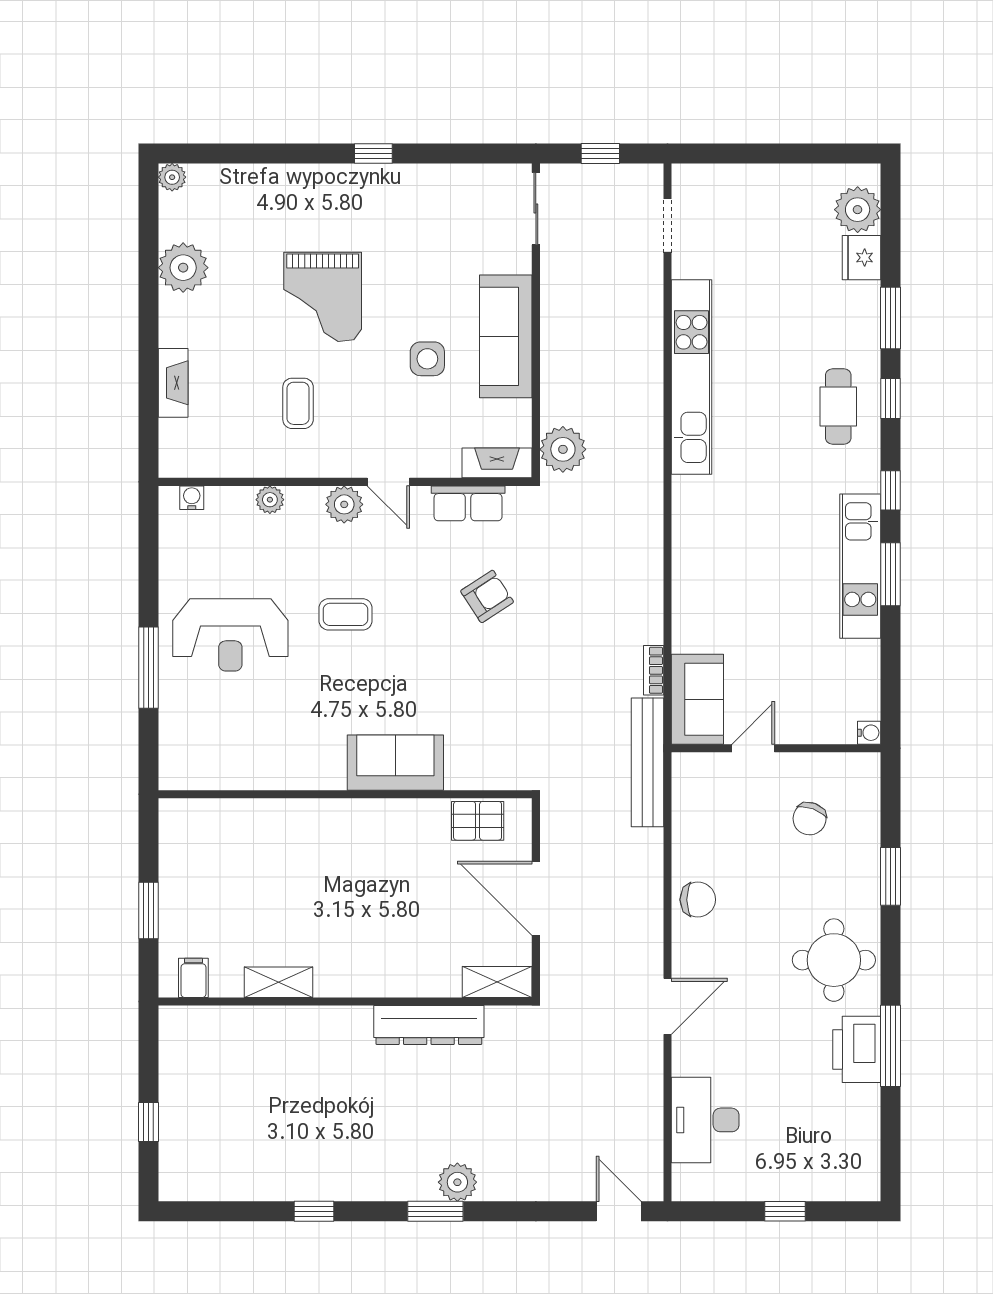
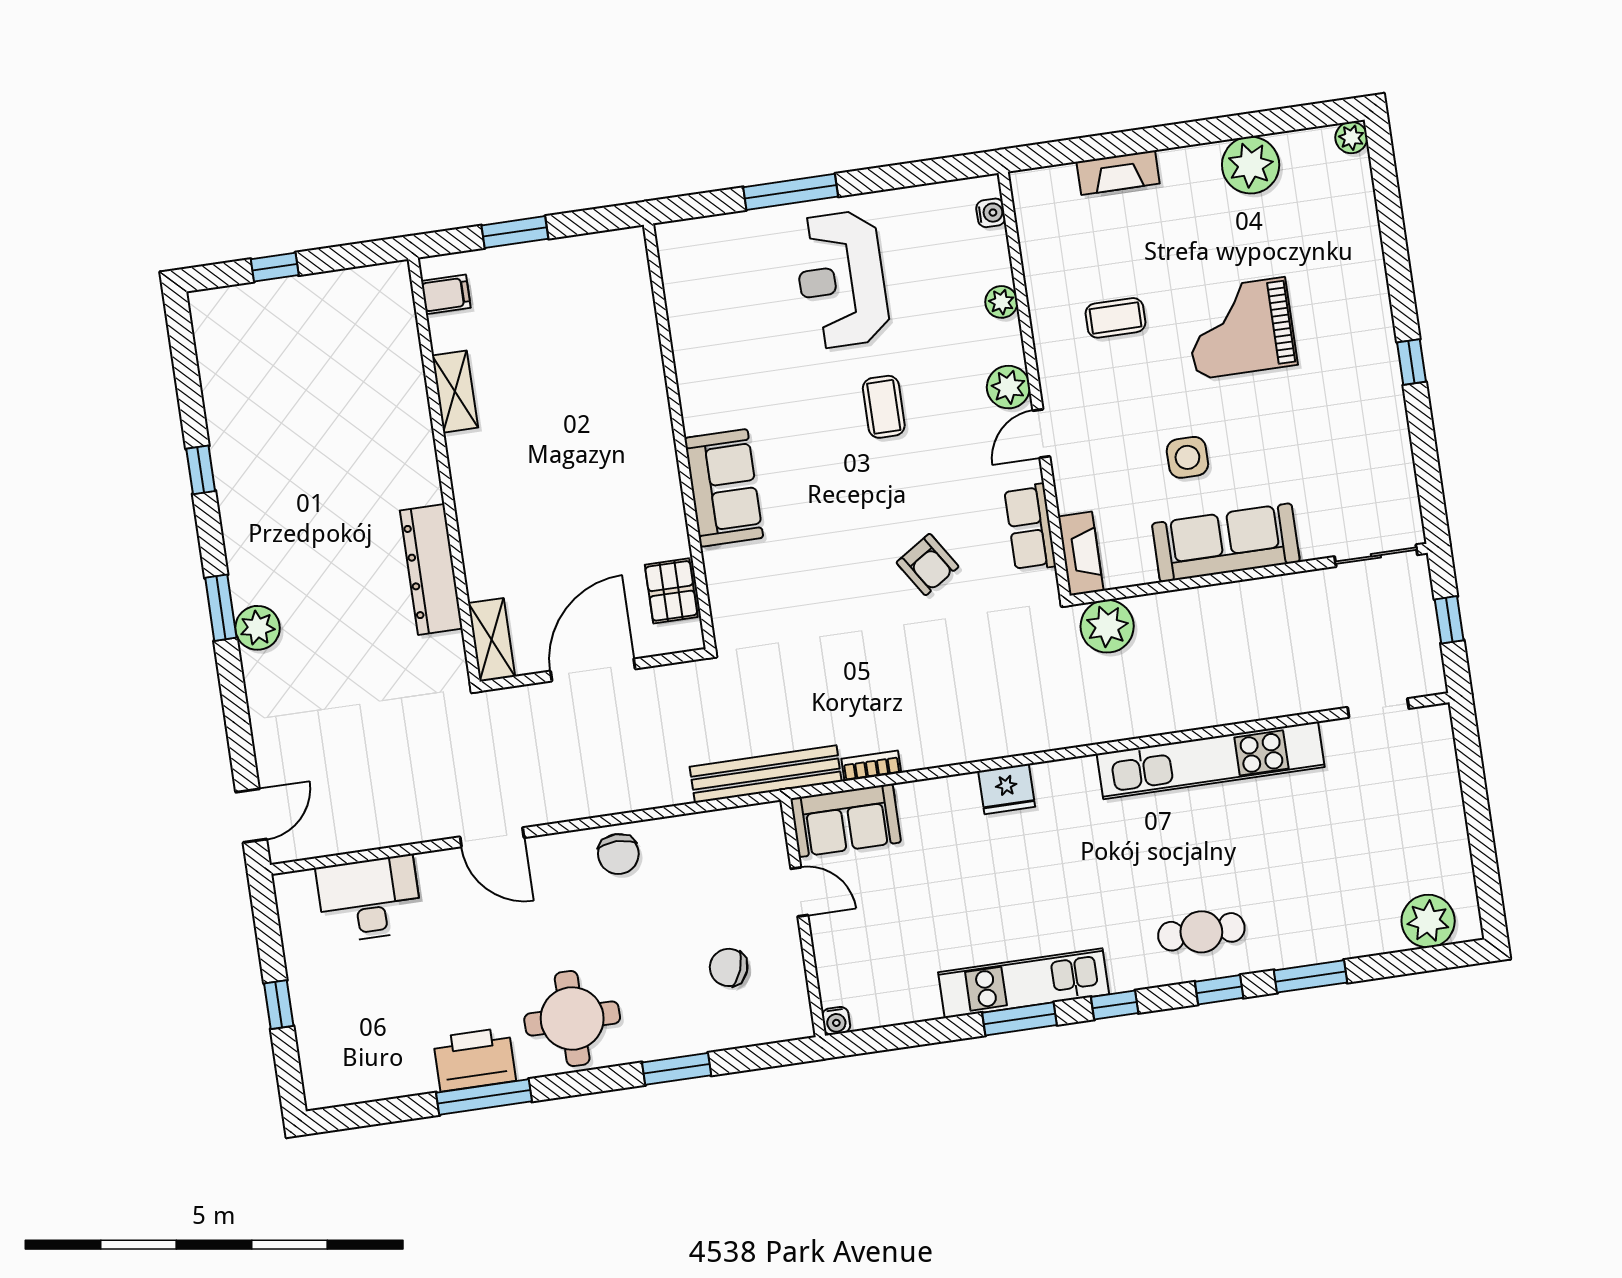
fridge: (861, 258) -> (1007, 789), moved, turned 180

